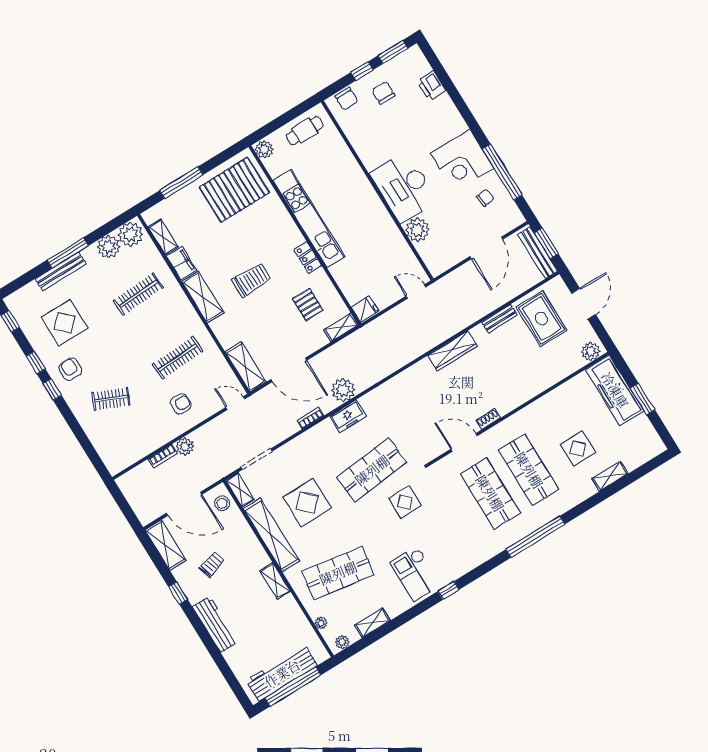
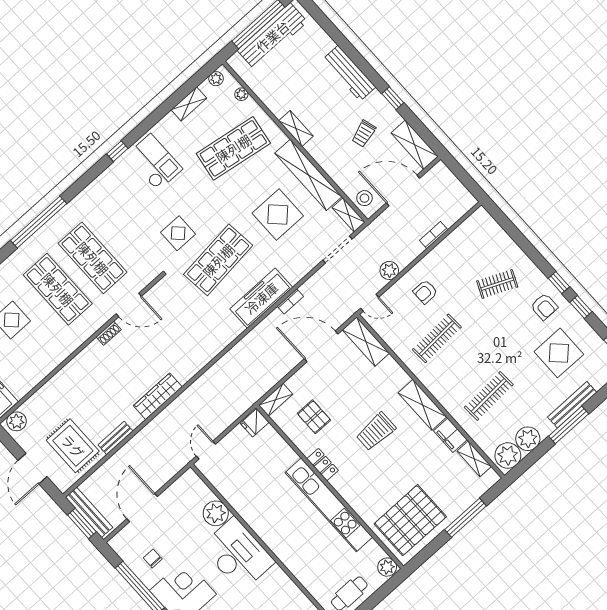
chair: (485, 198) -> (153, 558), turned 97
door: (416, 291) -> (206, 450), swing flipped
plant: (343, 390) -> (262, 336), removed
freezer: (348, 416) -> (261, 298), width x1.91, depth x1.26
plant: (185, 446) -> (389, 271), moved

